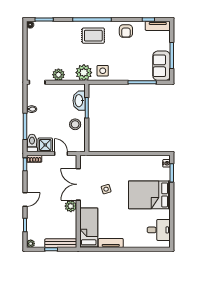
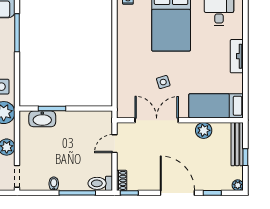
stool: (75, 124) -> (75, 124), removed
shower: (45, 145) -> (103, 165), removed
double door: (78, 184) -> (157, 120), swing flipped
door: (25, 199) -> (177, 193), width x1.87
plant: (71, 206) -> (204, 130), moved
tv unit: (111, 243) -> (237, 56), moved

